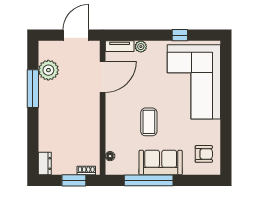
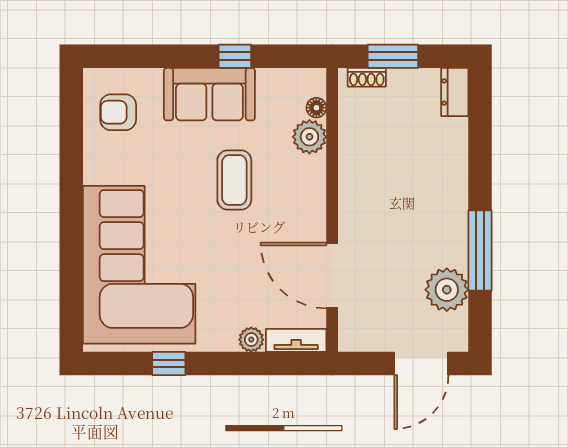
door: (76, 35) -> (421, 364), moved
door: (103, 77) -> (332, 276), hinge flipped
plant: (113, 142) -> (309, 137), added
window: (149, 180) -> (235, 56), width x0.32

